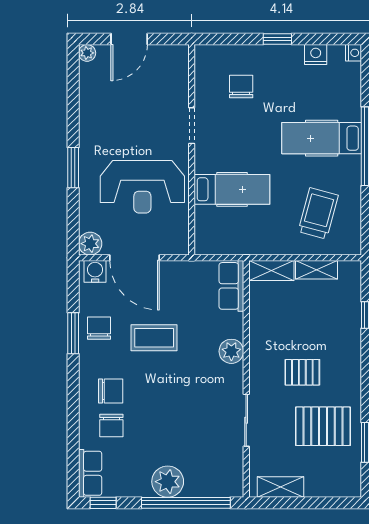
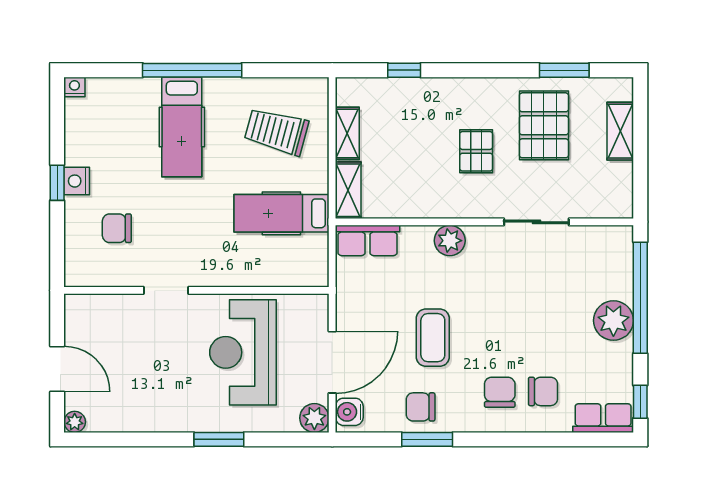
nightstand: (316, 55) -> (77, 181), moved
reception desk: (142, 187) -> (243, 352), turned 180
hospital bed: (232, 189) -> (281, 213), moved, turned -90
shelving: (280, 487) -> (620, 131), moved

